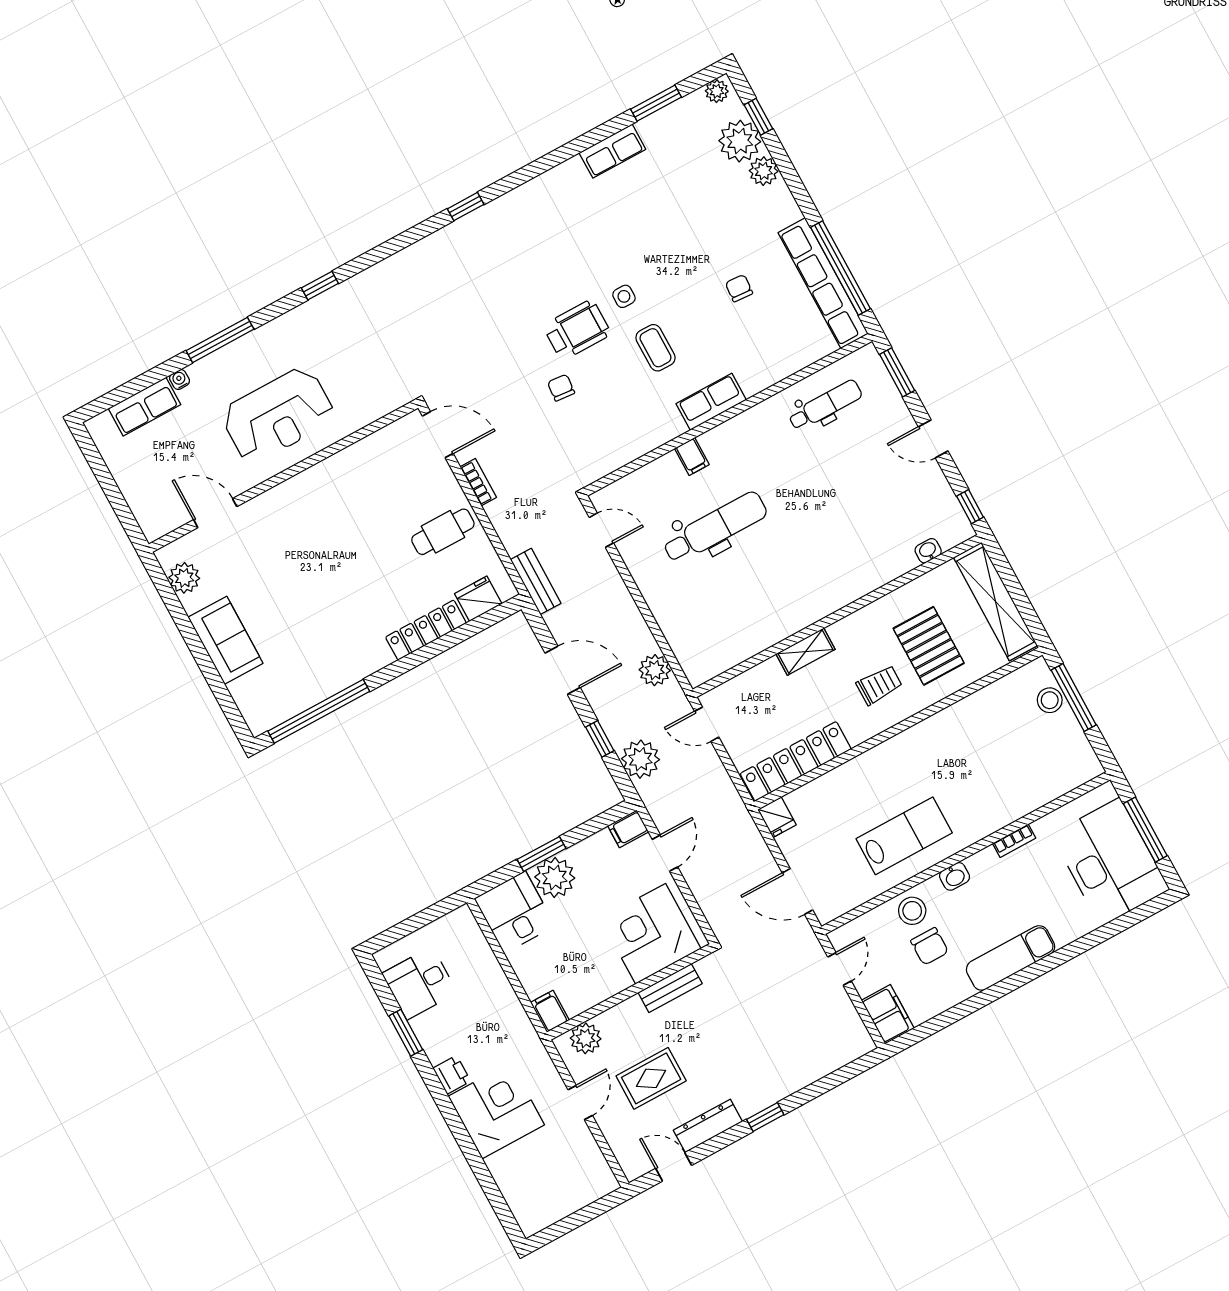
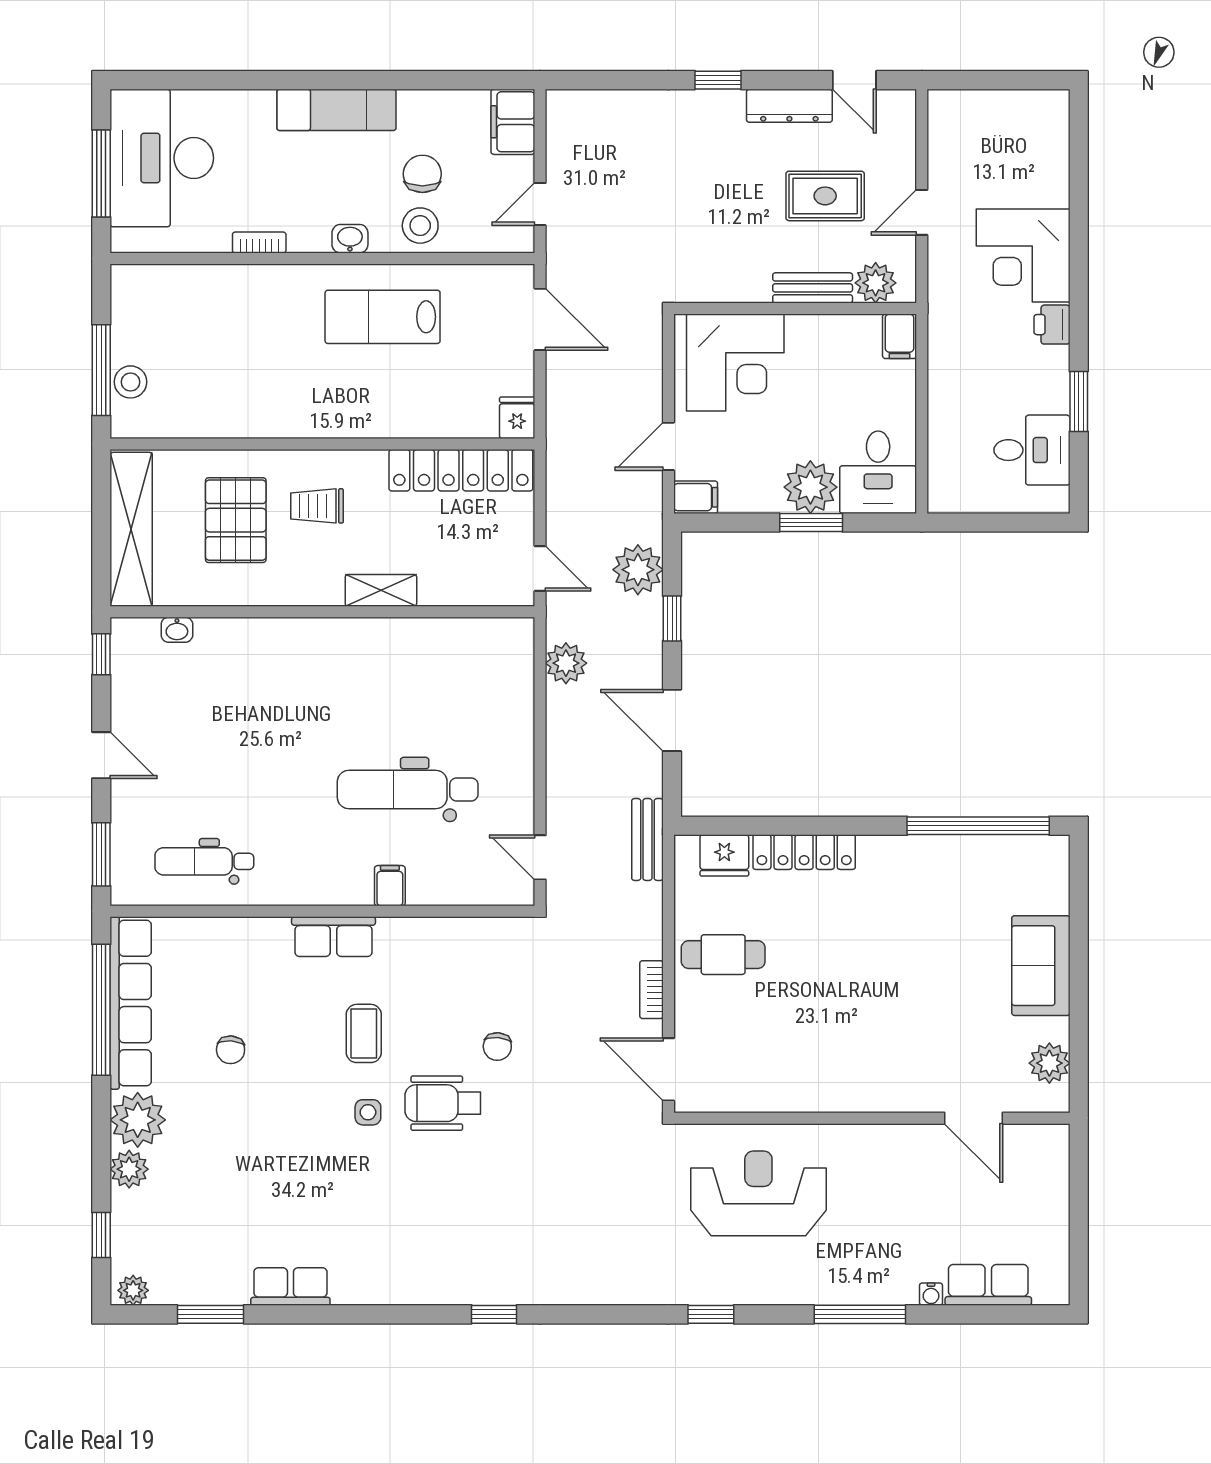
plant: (740, 141) -> (138, 1120), moved
reception desk: (278, 415) -> (758, 1193), moved
bench: (670, 988) -> (813, 288), moved

